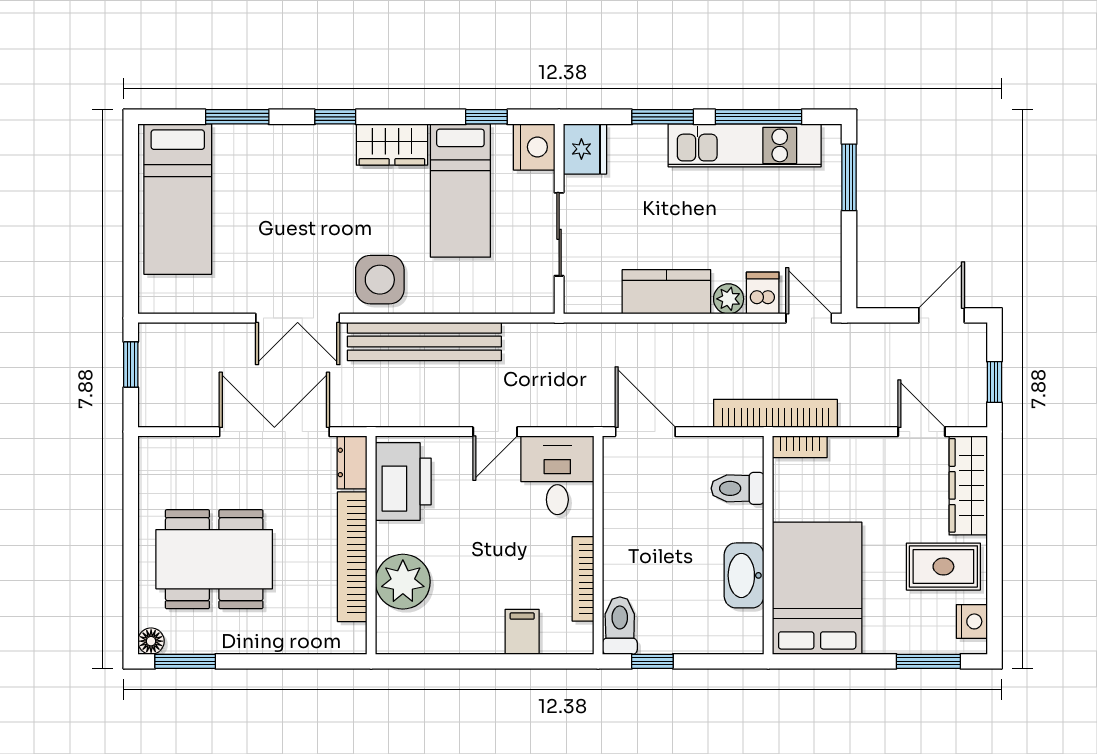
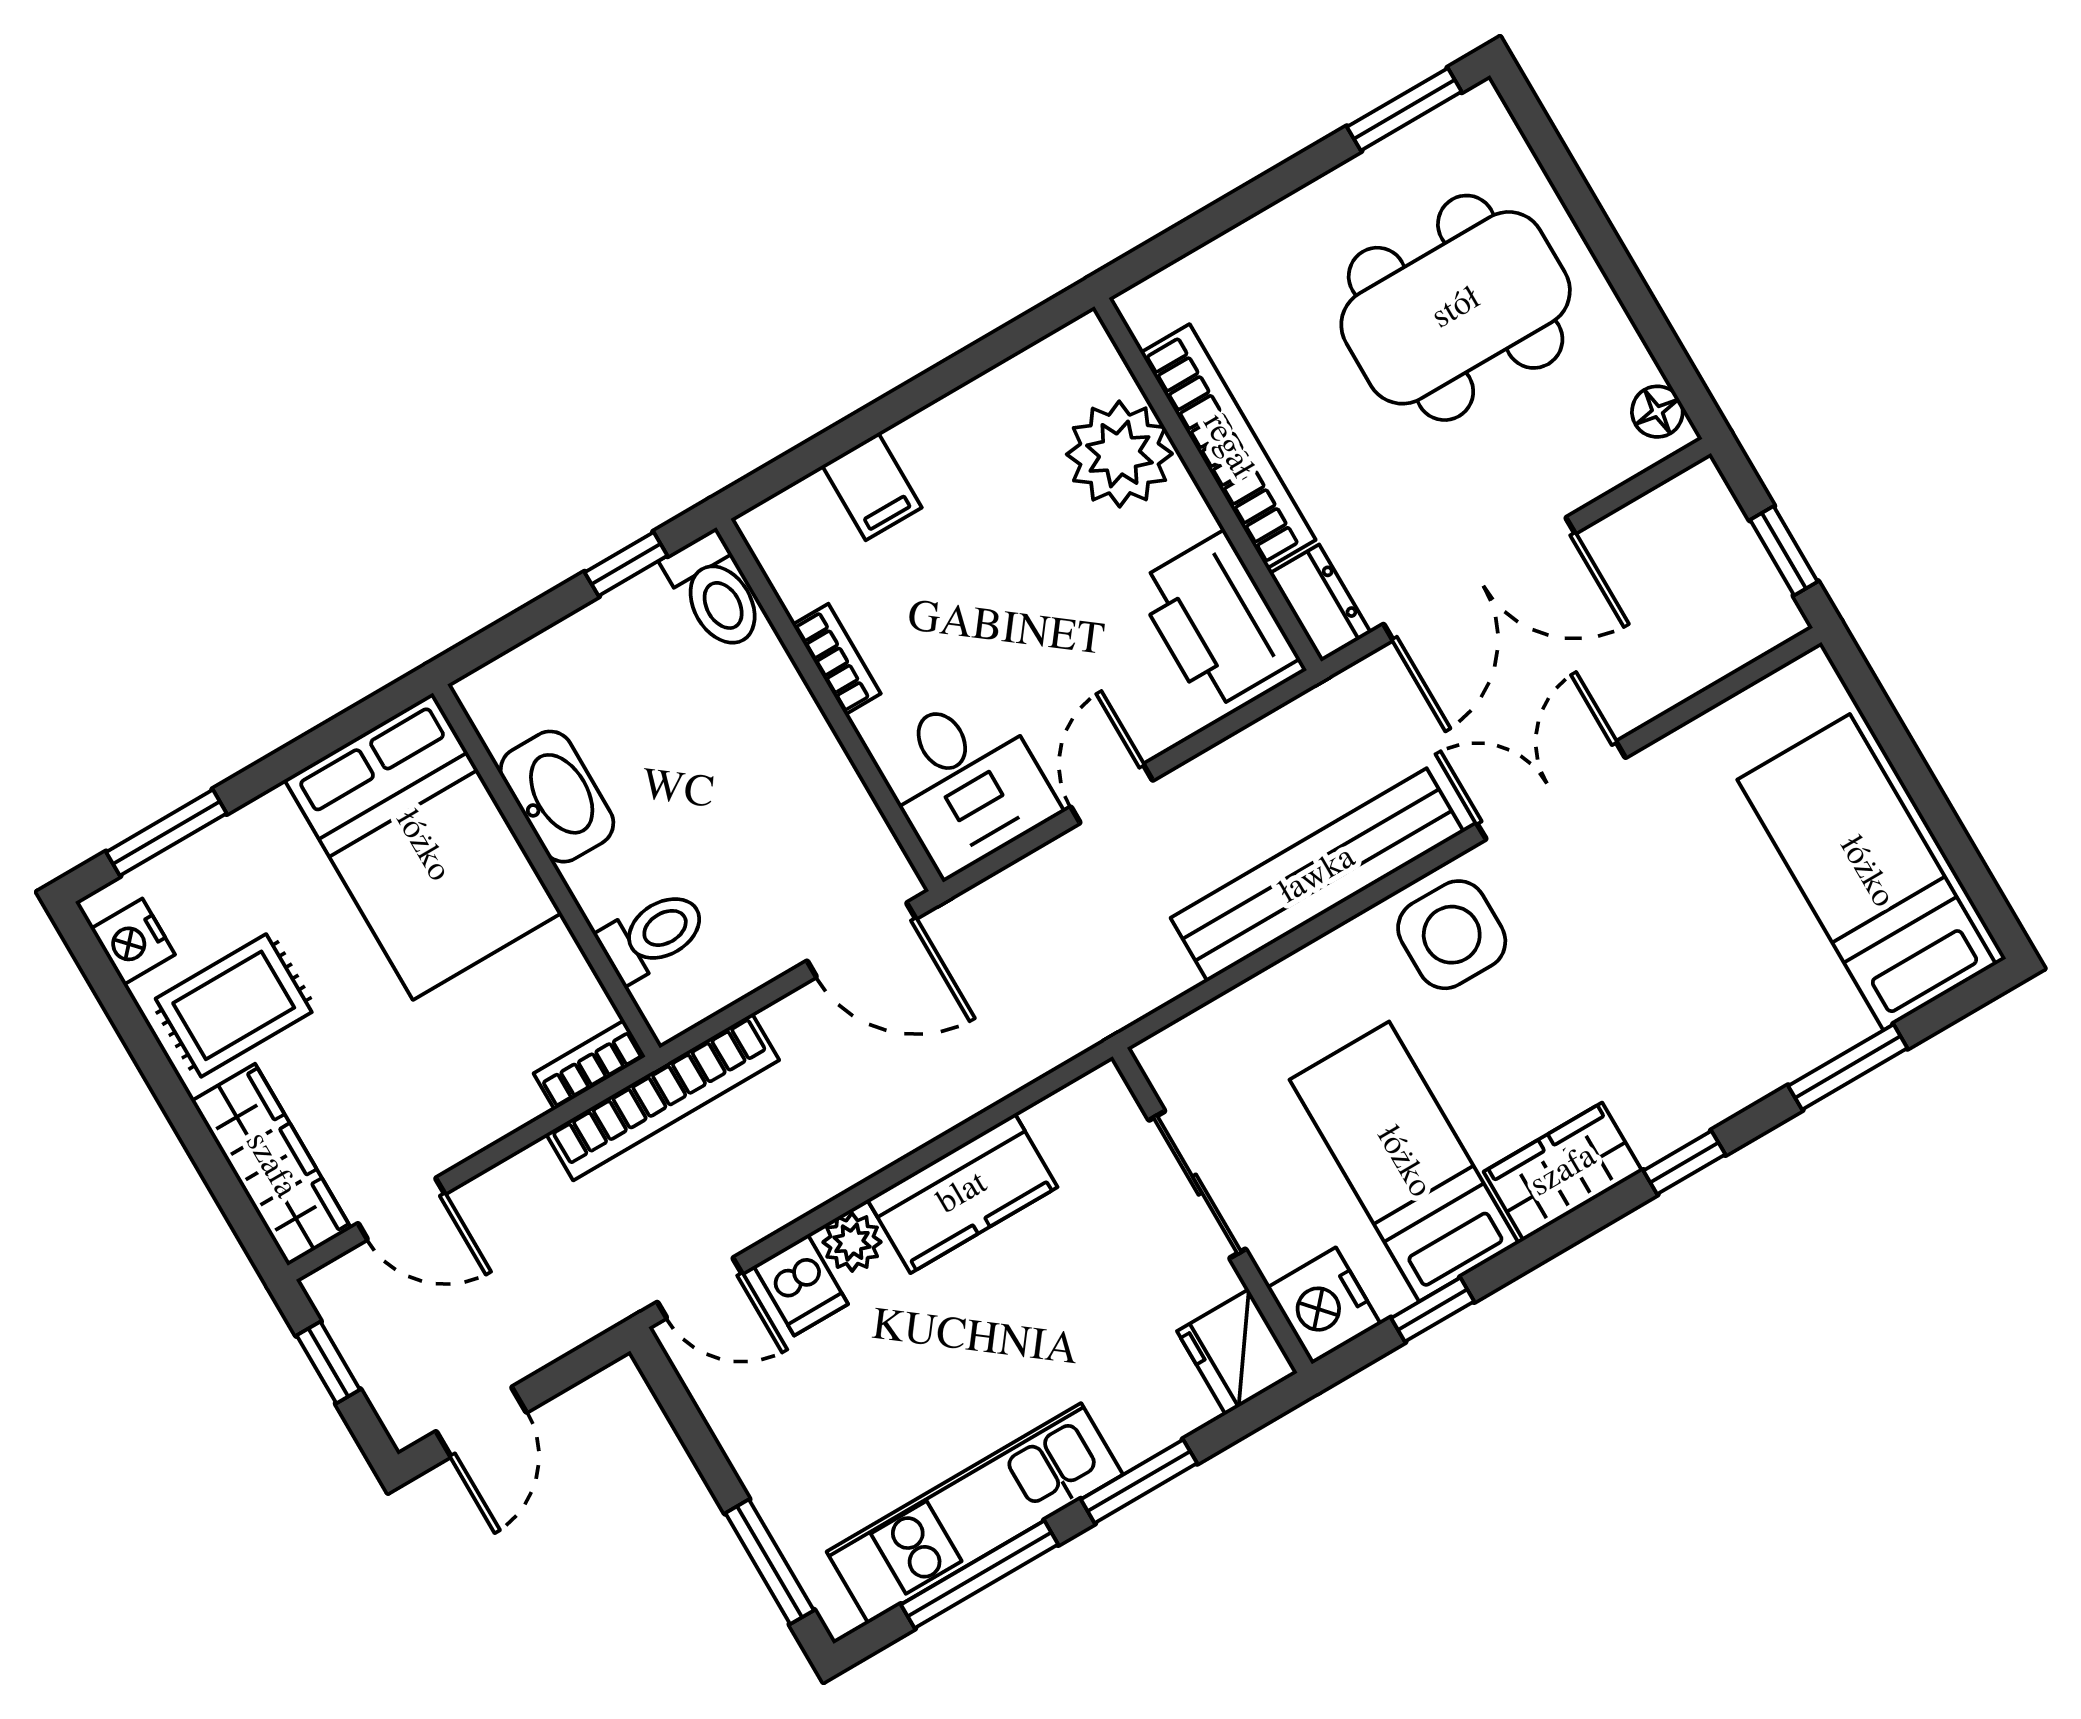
bookcase: (583, 579) -> (837, 659), width x0.64
floor lamp: (151, 641) -> (1657, 412), moved

